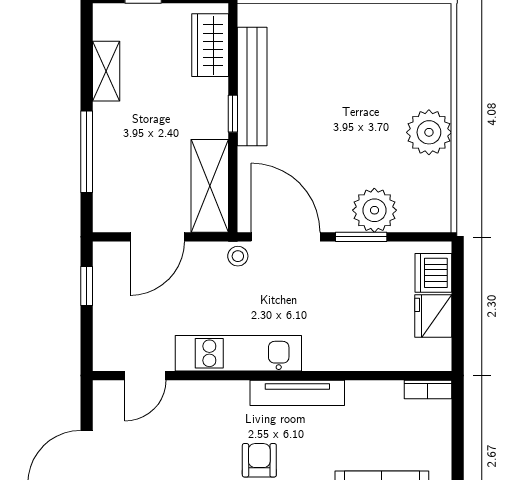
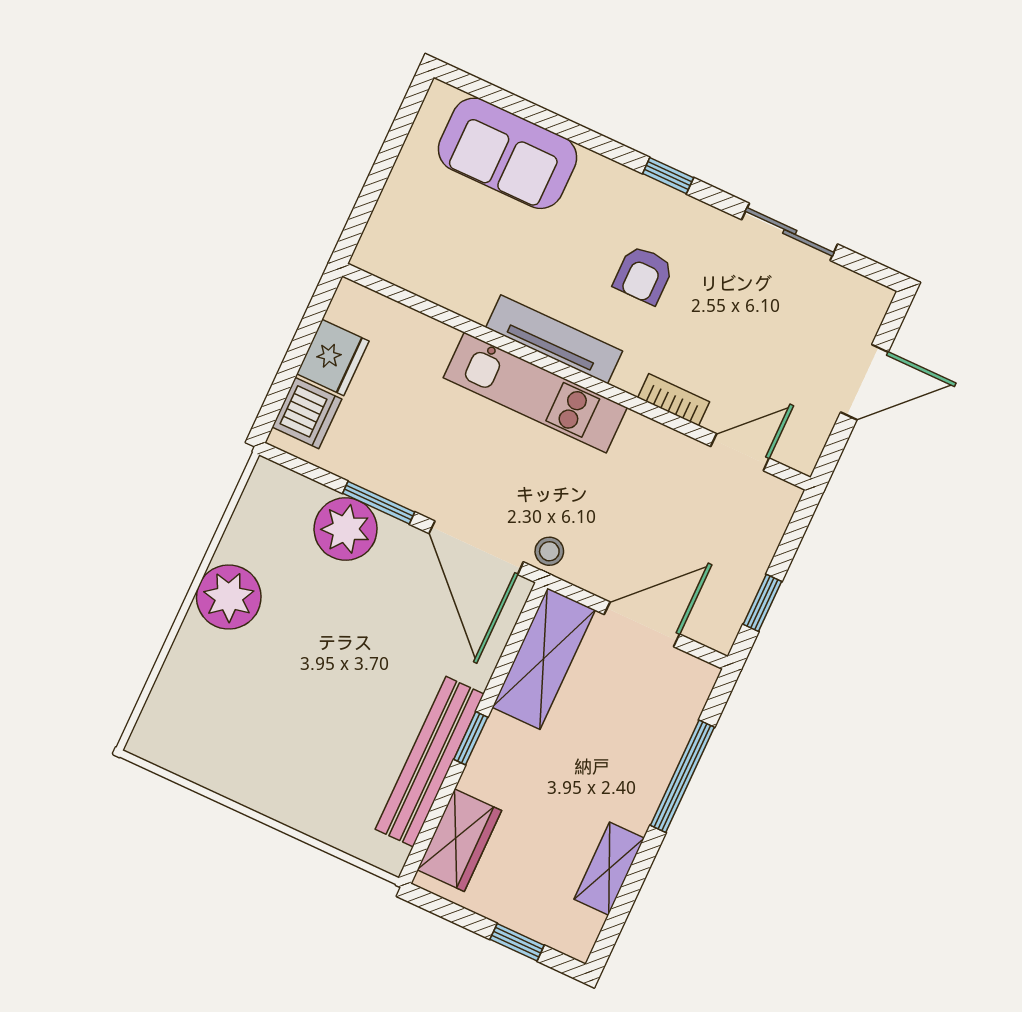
kitchen unit: (238, 353) -> (535, 393), moved
bookcase: (428, 390) -> (674, 400), moved

